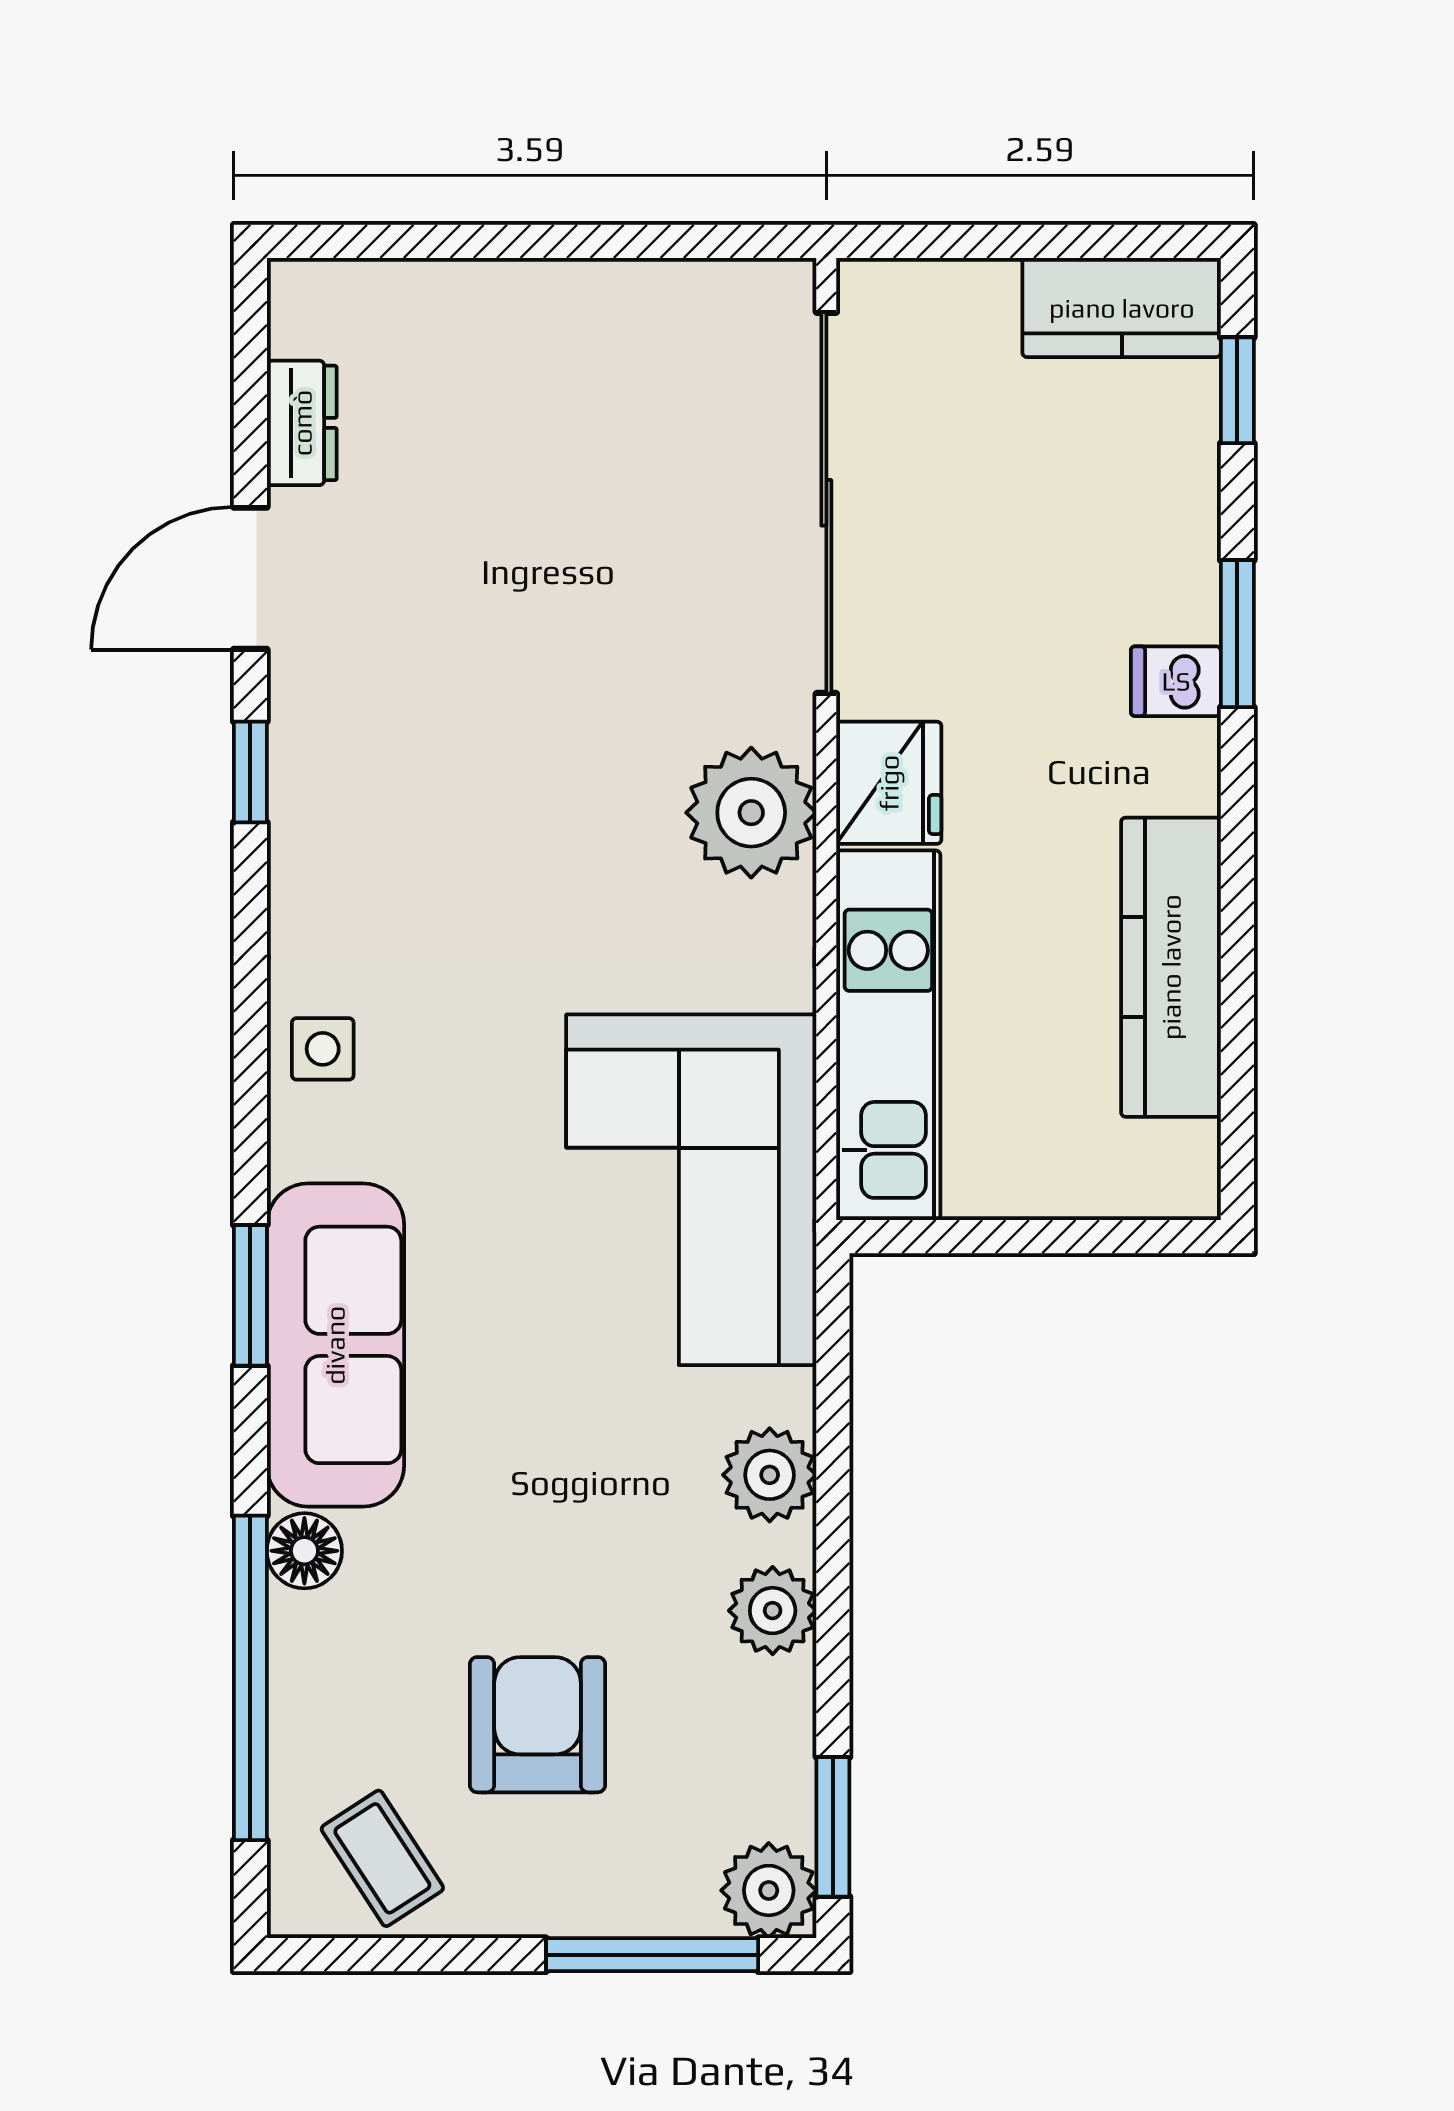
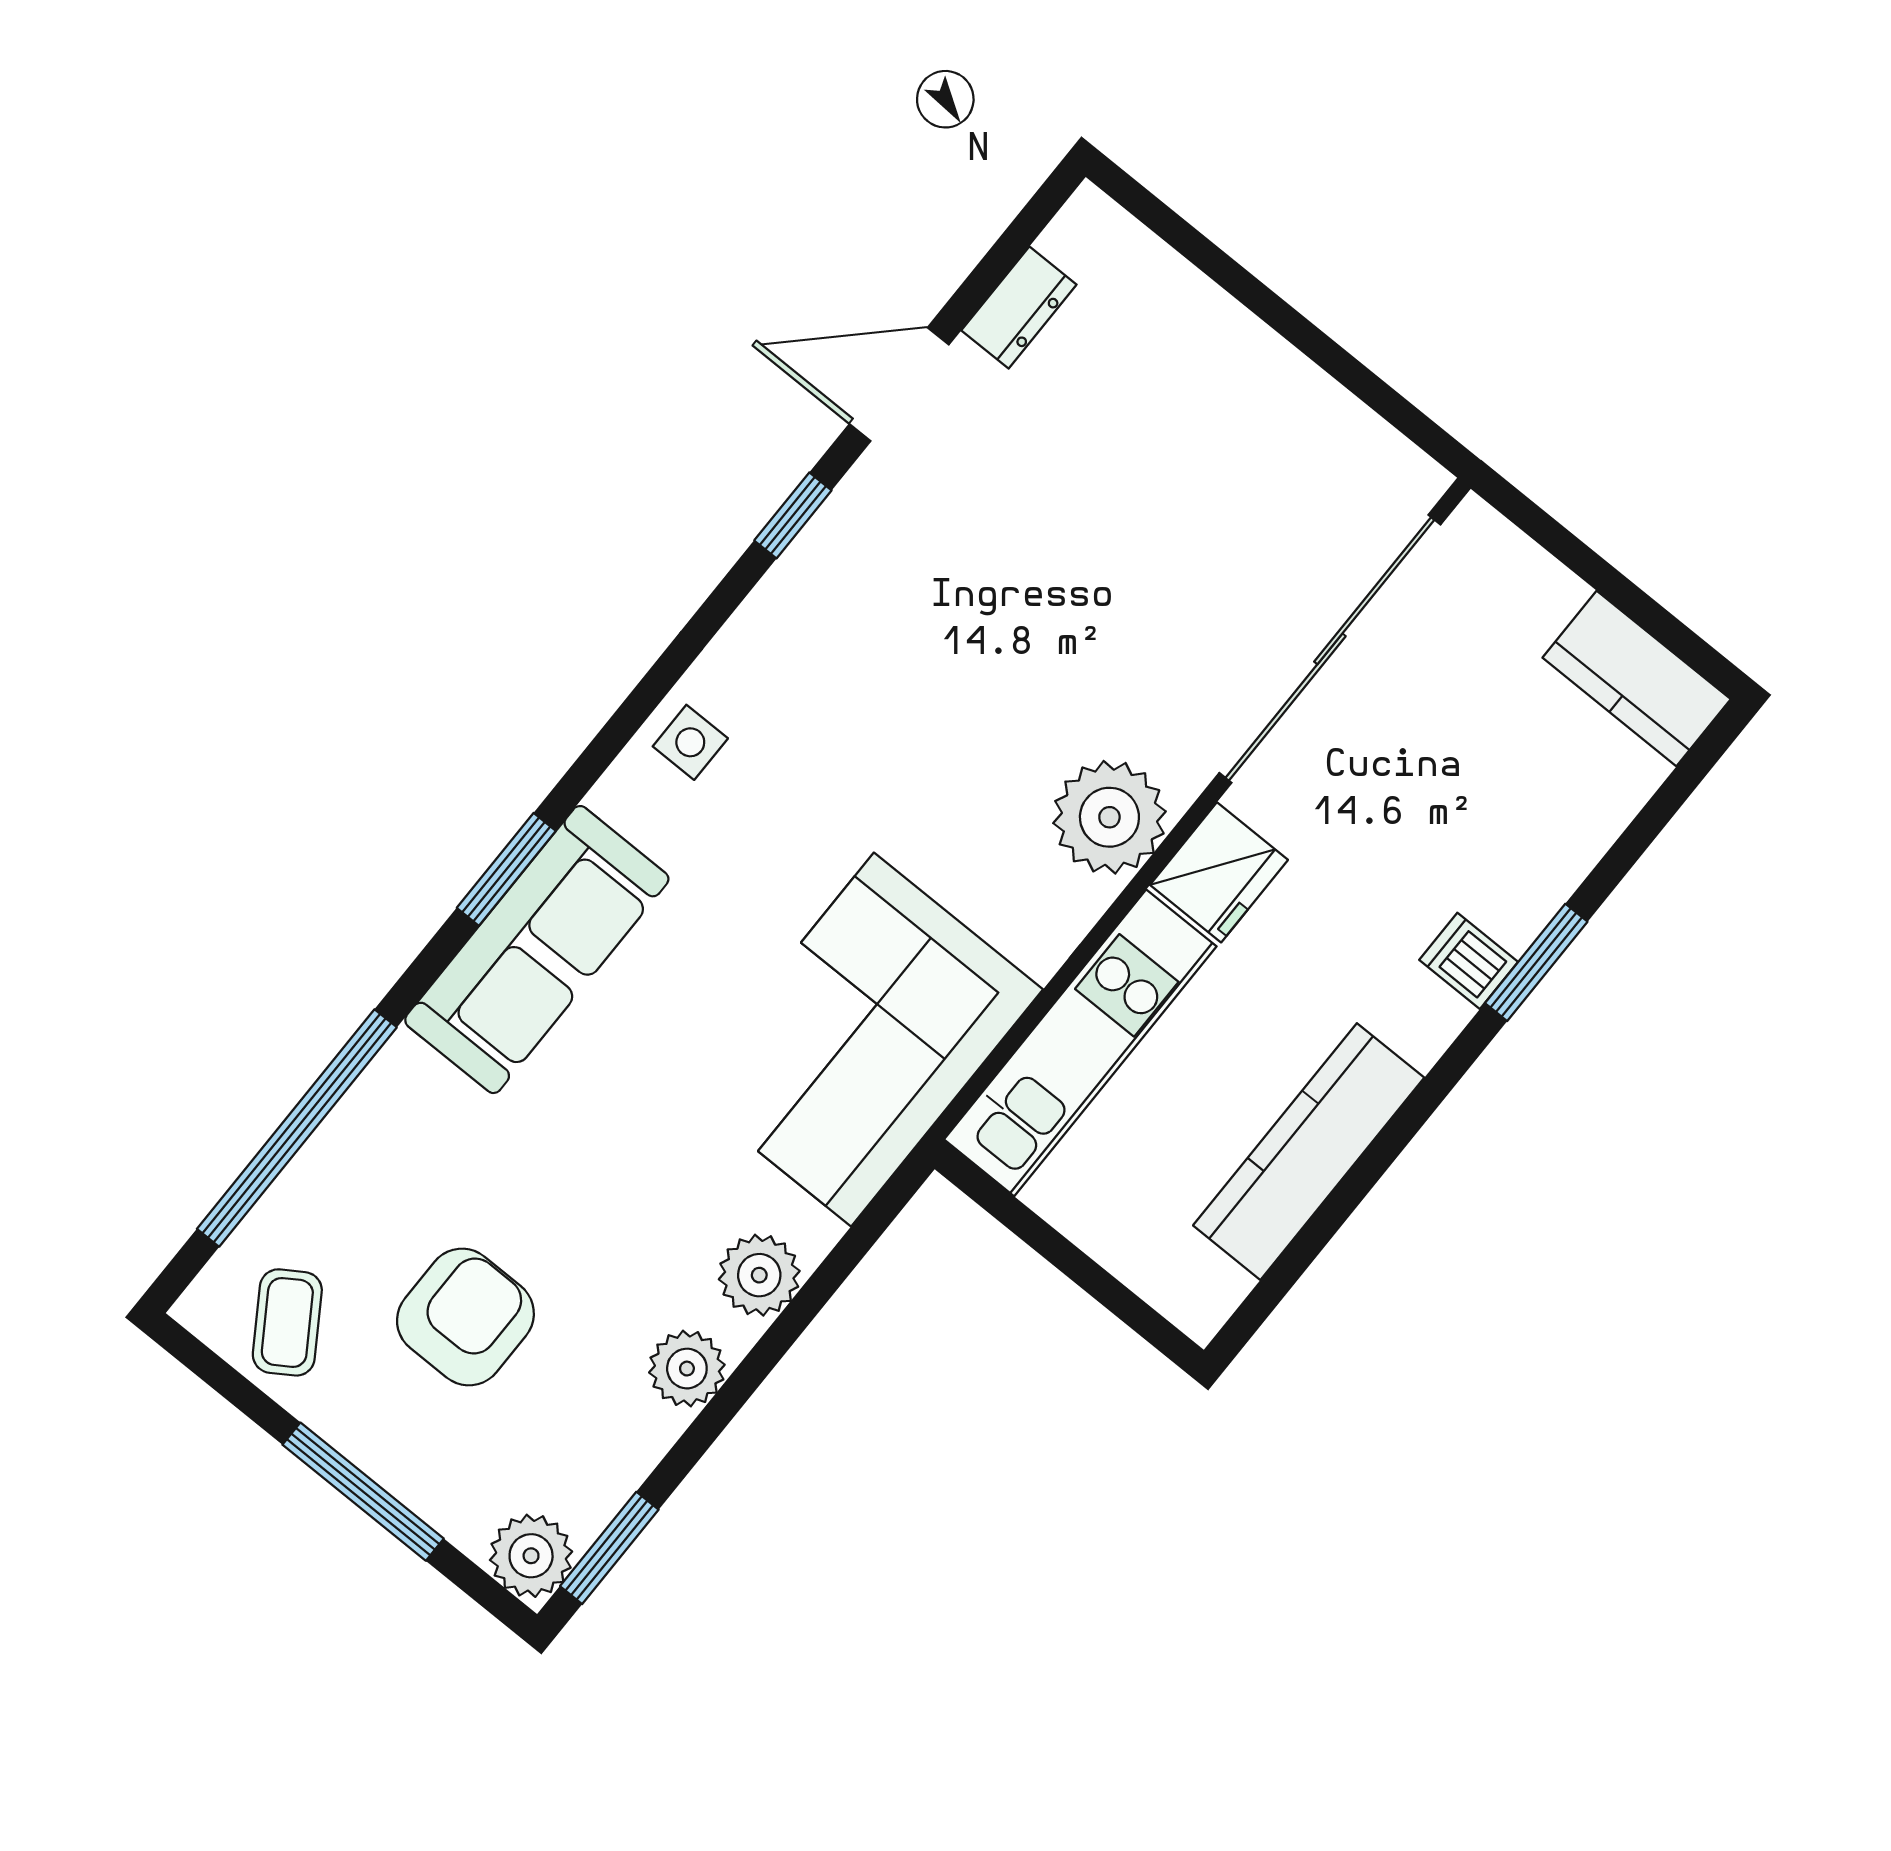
window: (1237, 390) -> (1669, 798), removed
floor lamp: (304, 1551) -> (403, 1072), removed
window: (652, 1955) -> (363, 1492), moved

